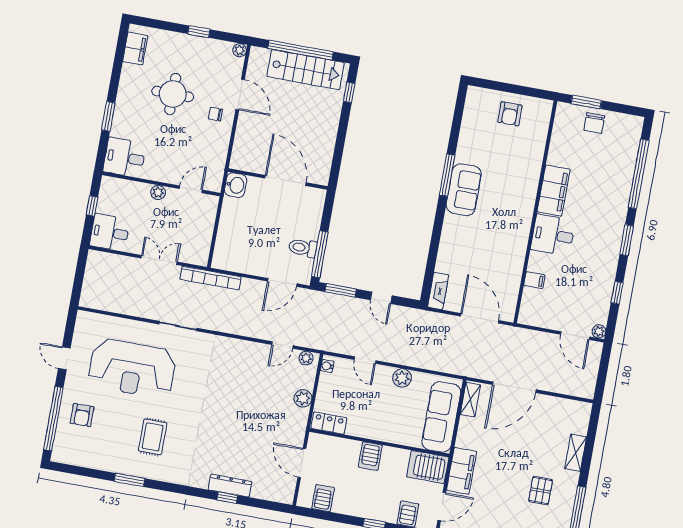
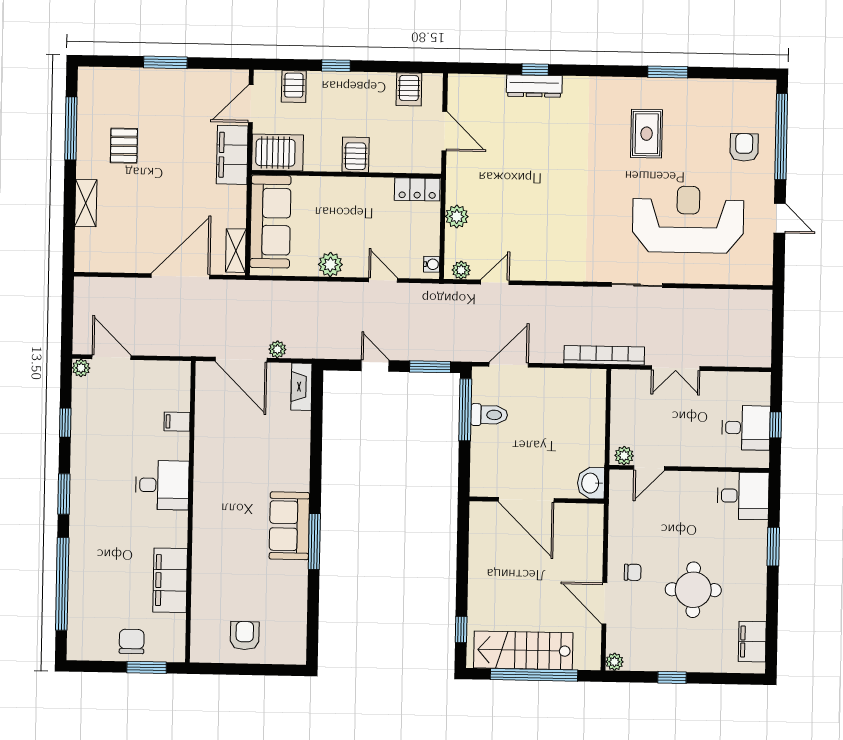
filing cabinet: (554, 191) -> (170, 580), moved
plant: (158, 192) -> (624, 456), moved
desk: (110, 232) -> (746, 428), moved
plant: (451, 322) -> (277, 349), added

